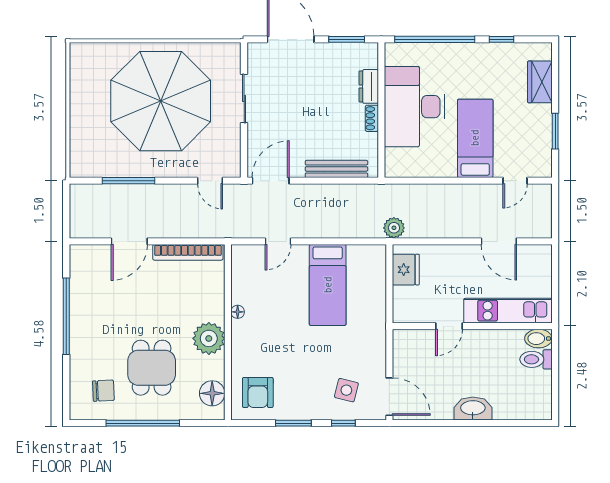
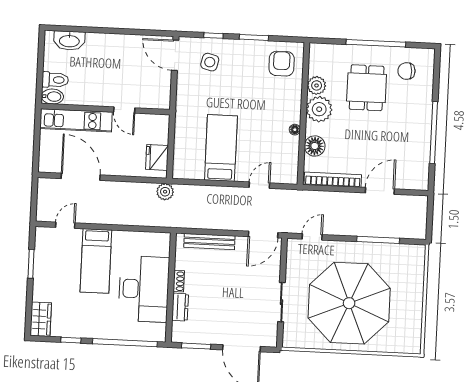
wardrobe: (540, 82) -> (41, 319), moved
door: (210, 181) -> (312, 237), hinge flipped
door: (499, 241) -> (81, 177), width x1.36
door: (449, 326) -> (124, 110), swing flipped
plant: (213, 368) -> (317, 85), added
floor lamp: (212, 393) -> (315, 146), moved
washbasin: (473, 409) -> (69, 41), moved

